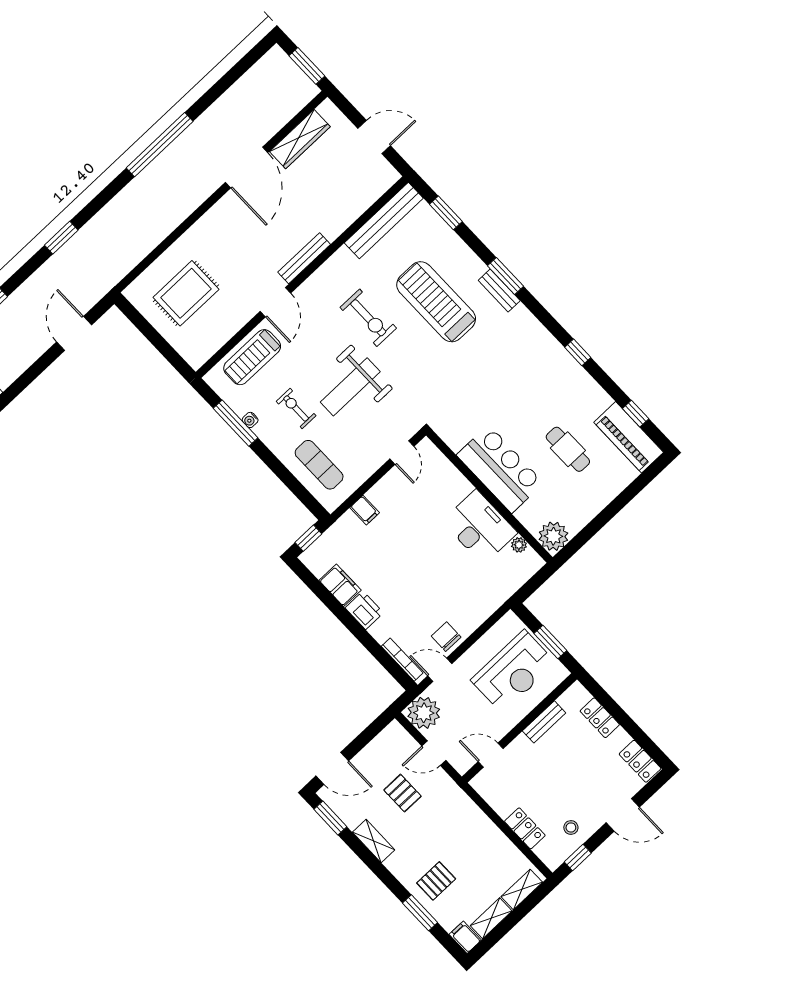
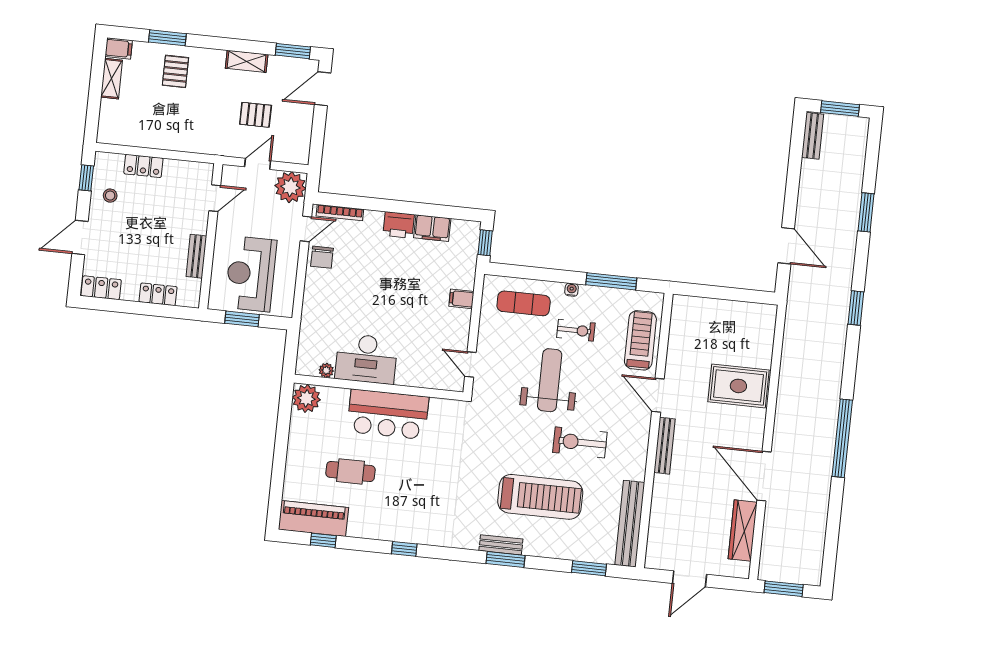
rug: (186, 293) -> (738, 386), moved, turned 90
water cooler: (250, 420) -> (572, 290), moved
chair: (446, 637) -> (322, 257), turned 90
shelving: (522, 889) -> (107, 119), removed

